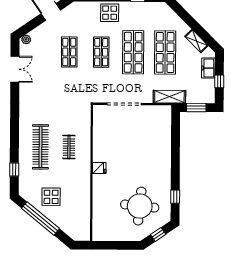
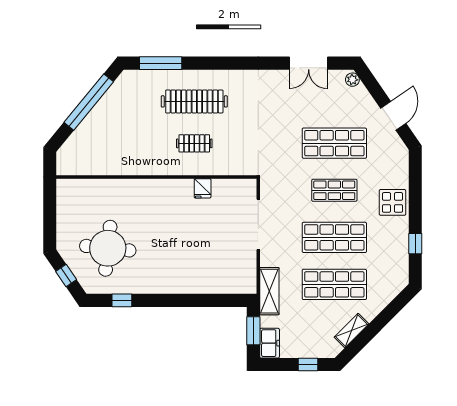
shop shelf: (69, 52) -> (334, 143), width x1.43, depth x1.36
freezer: (208, 68) -> (270, 343), moved, turned 90
window: (219, 81) -> (308, 364), moved
fridge: (99, 168) -> (203, 188), moved
window: (14, 170) -> (161, 63), width x2.17
display table: (51, 197) -> (121, 117), removed

